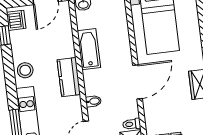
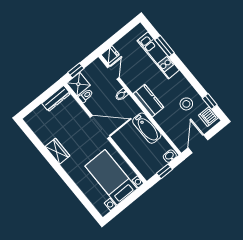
stool: (25, 70) -> (186, 104), moved
door: (137, 82) -> (100, 127), swing flipped

